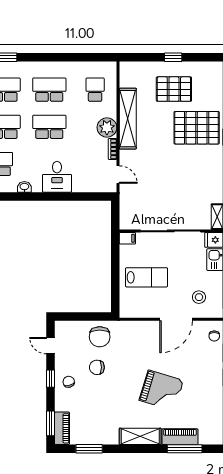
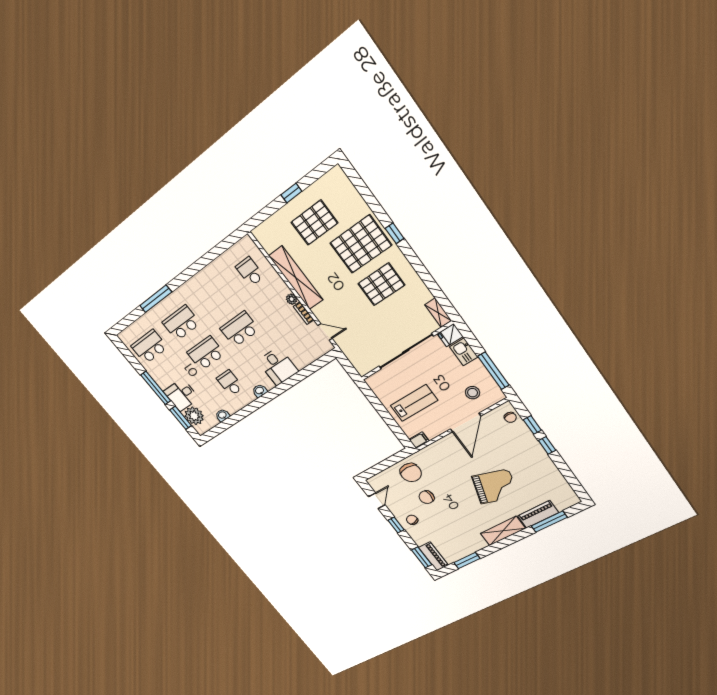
school desk: (49, 90) -> (215, 298), removed
plant: (107, 127) -> (292, 299), width x0.53, depth x0.53
pallet: (190, 167) -> (381, 284), added
filing cabinet: (127, 238) -> (419, 440), moved
door: (51, 346) -> (377, 501), swing flipped

